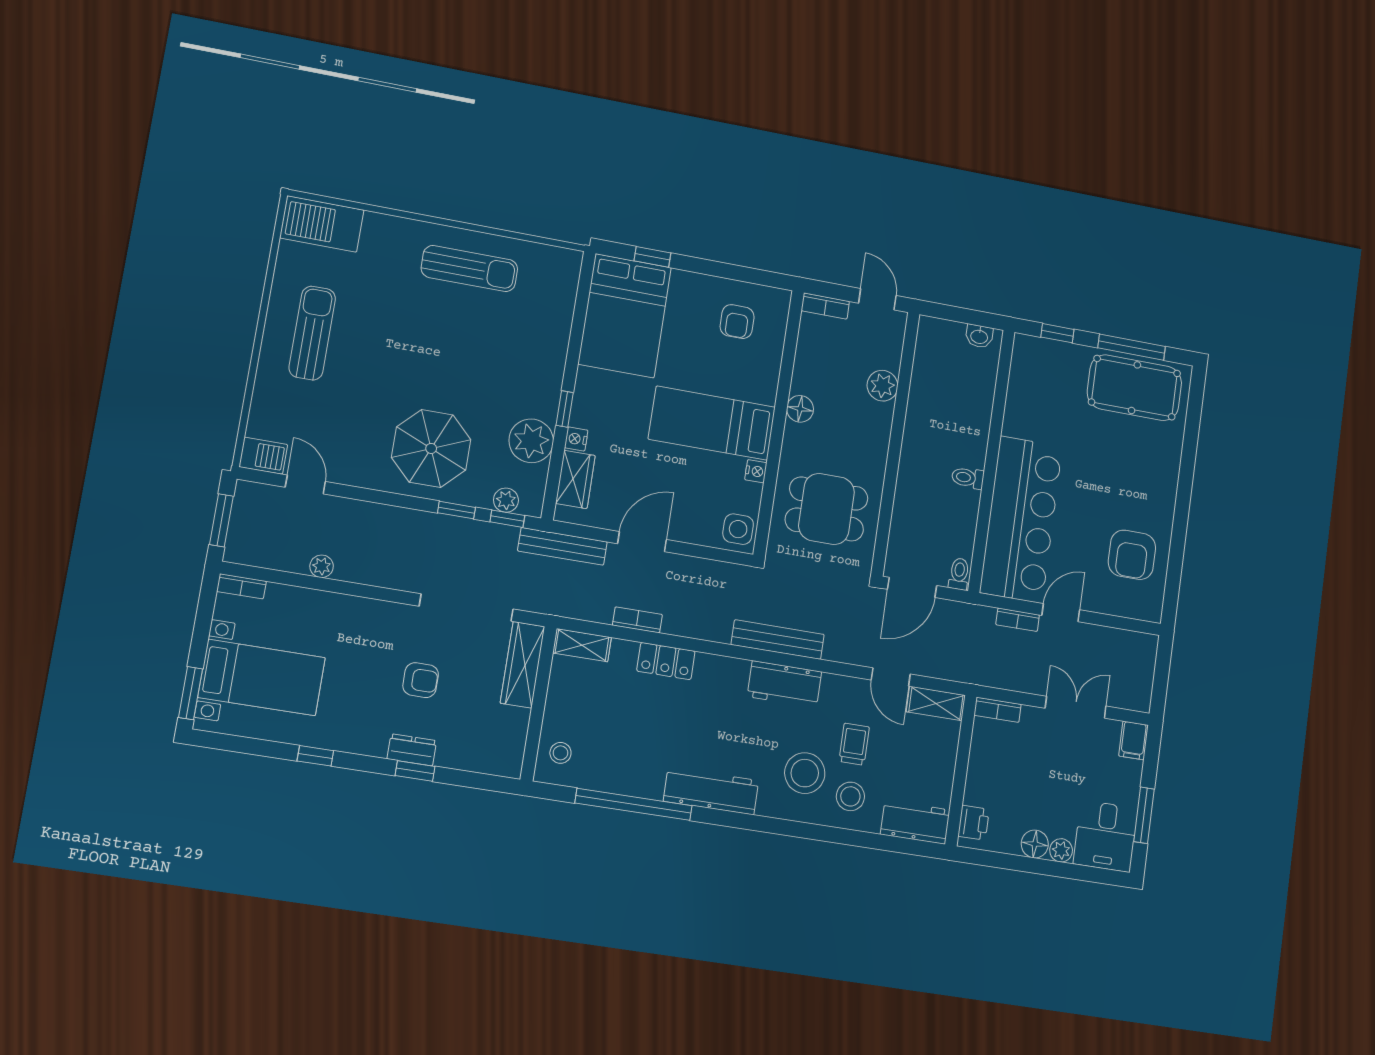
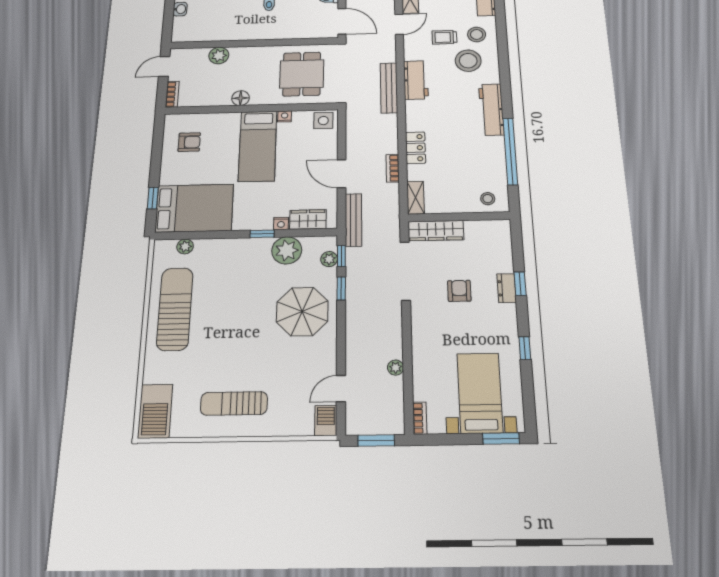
sun lounger: (469, 269) -> (175, 309), width x1.36, depth x1.34
plant: (565, 295) -> (185, 246), added

